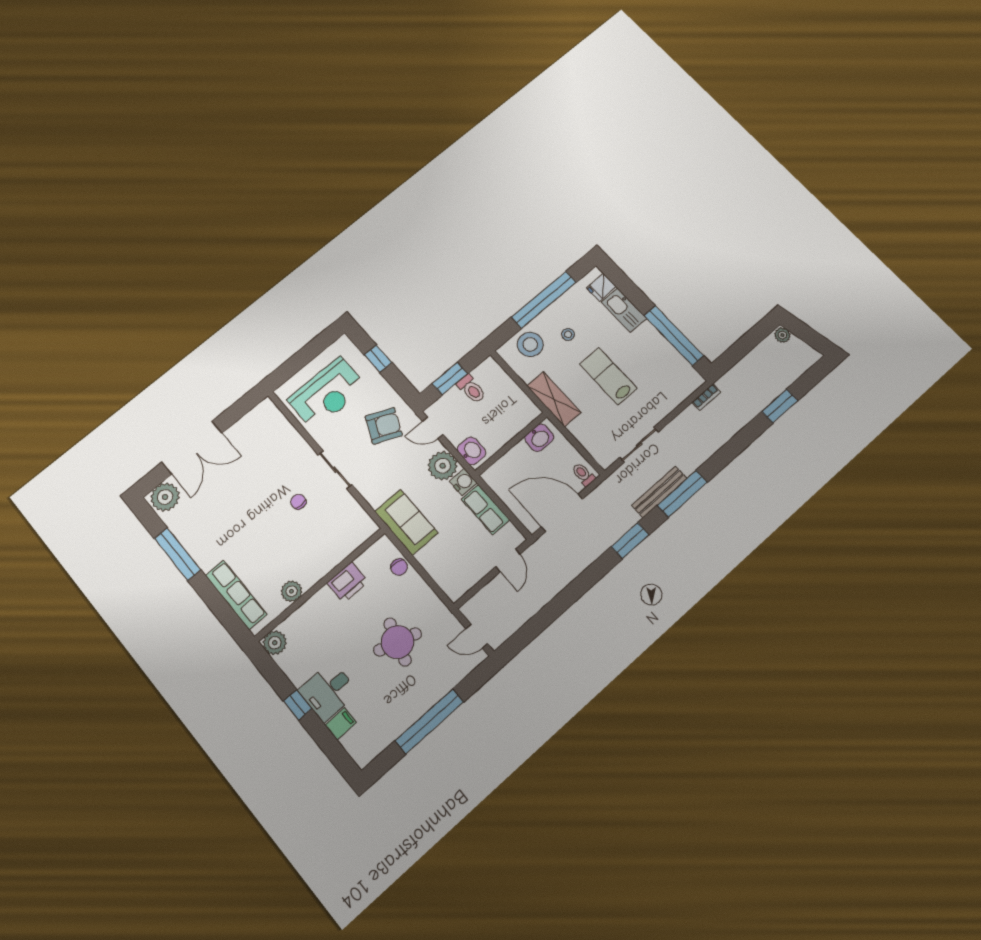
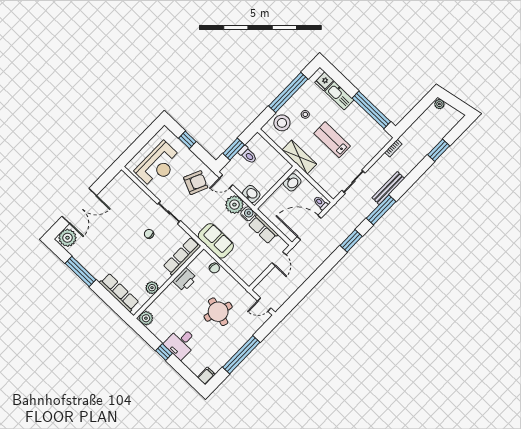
bench: (659, 492) -> (388, 188), moved
row of seats: (348, 543) -> (182, 256), added
filing cabinet: (341, 724) -> (206, 376), moved

